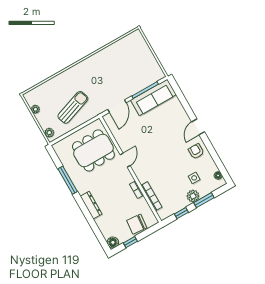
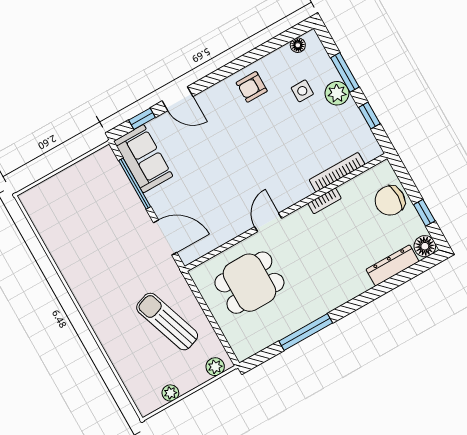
window: (179, 94) -> (142, 119), added
sofa: (153, 97) -> (143, 159), width x0.73
door: (198, 127) -> (178, 99), moved
dining table: (93, 150) -> (249, 283), width x0.73
door: (125, 160) -> (268, 222), hinge flipped
dresser: (91, 205) -> (393, 265), moved
chair: (137, 224) -> (390, 201), turned 85

